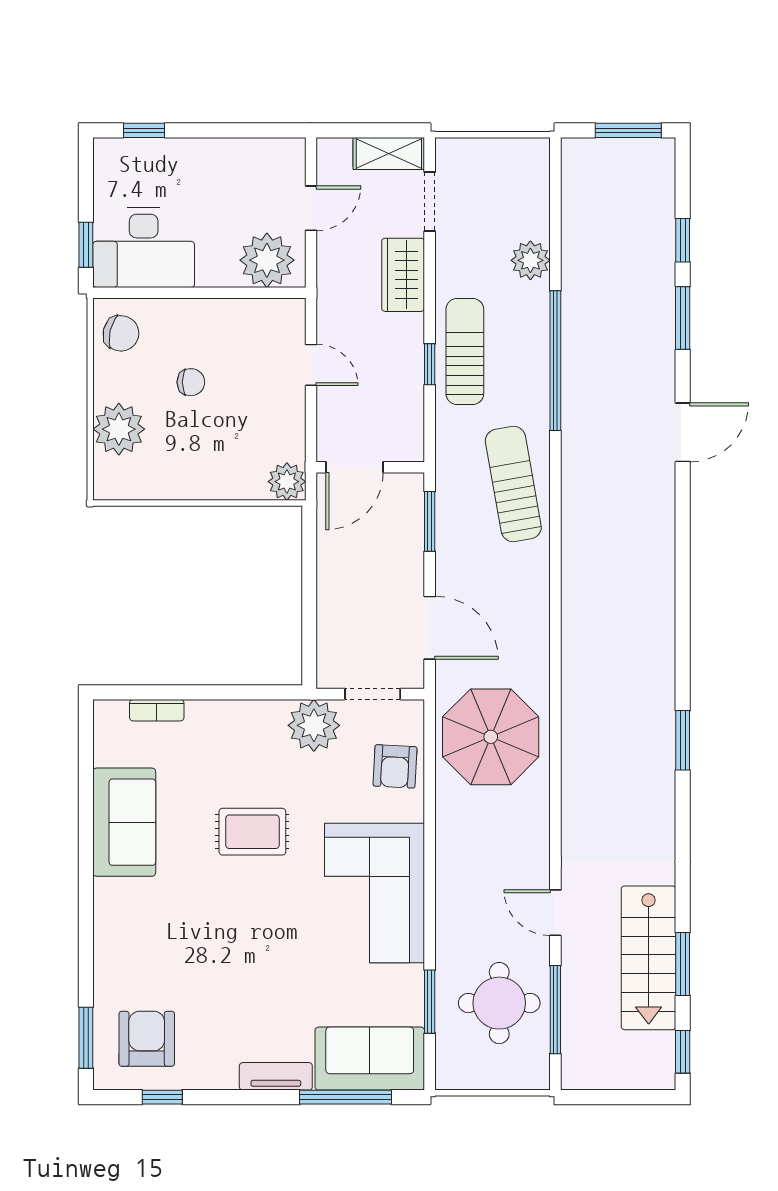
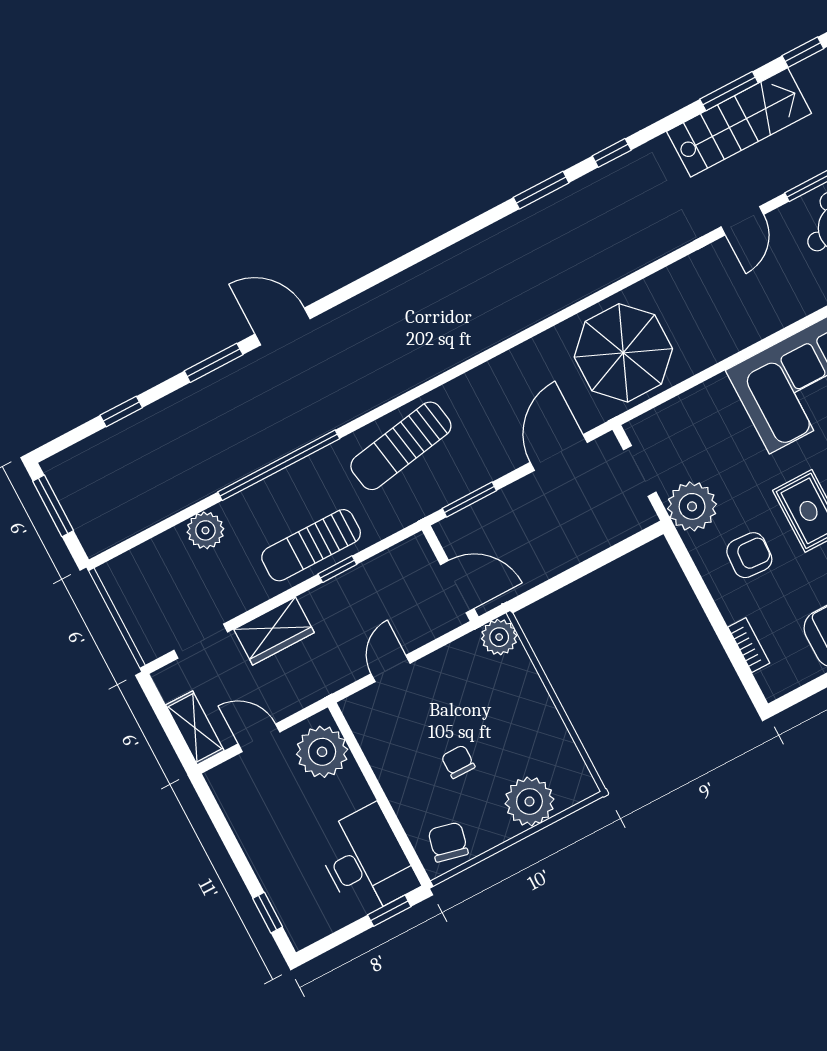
shelving: (389, 153) -> (195, 728), moved
window: (683, 318) -> (214, 363), moved
armchair: (395, 766) -> (749, 555), moved
window: (683, 824) -> (612, 153), added

